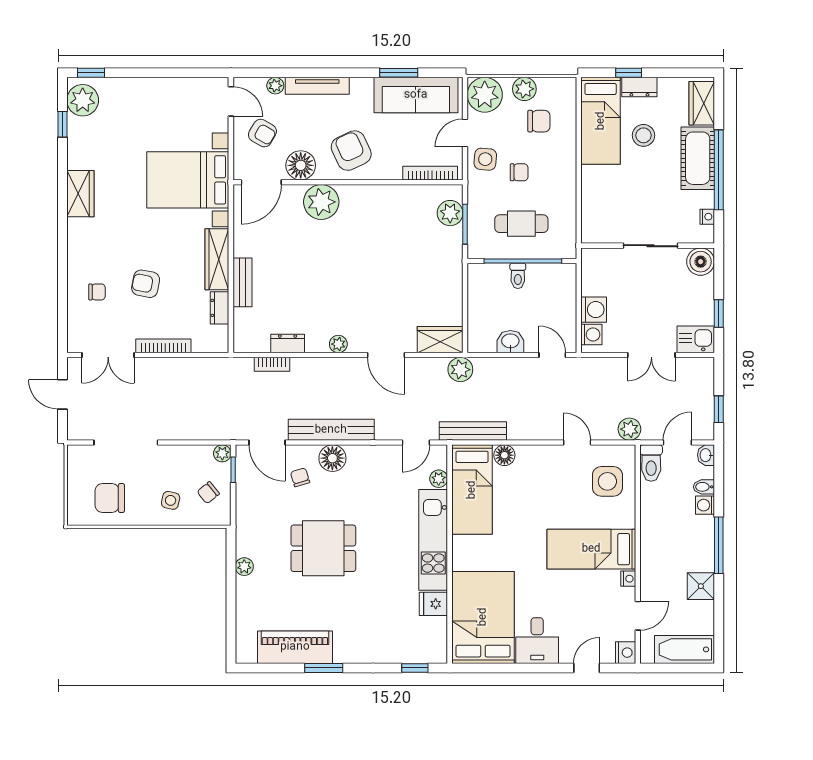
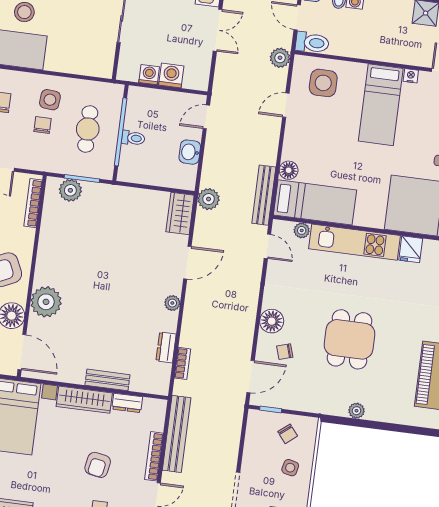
side table: (485, 159) -> (50, 100), moved
washing machine: (591, 335) -> (149, 75), moved
bench: (331, 430) -> (177, 434), moved
plant: (222, 453) -> (255, 417), removed

